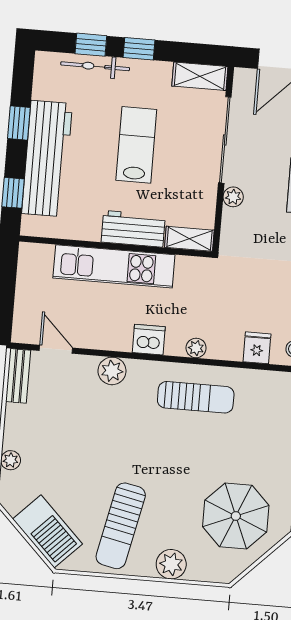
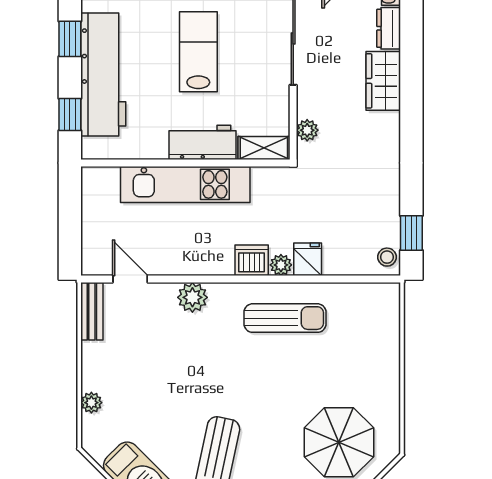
plant: (233, 197) -> (307, 130), moved
dishwasher: (149, 340) -> (252, 260), moved
fridge: (257, 348) -> (308, 259), moved

